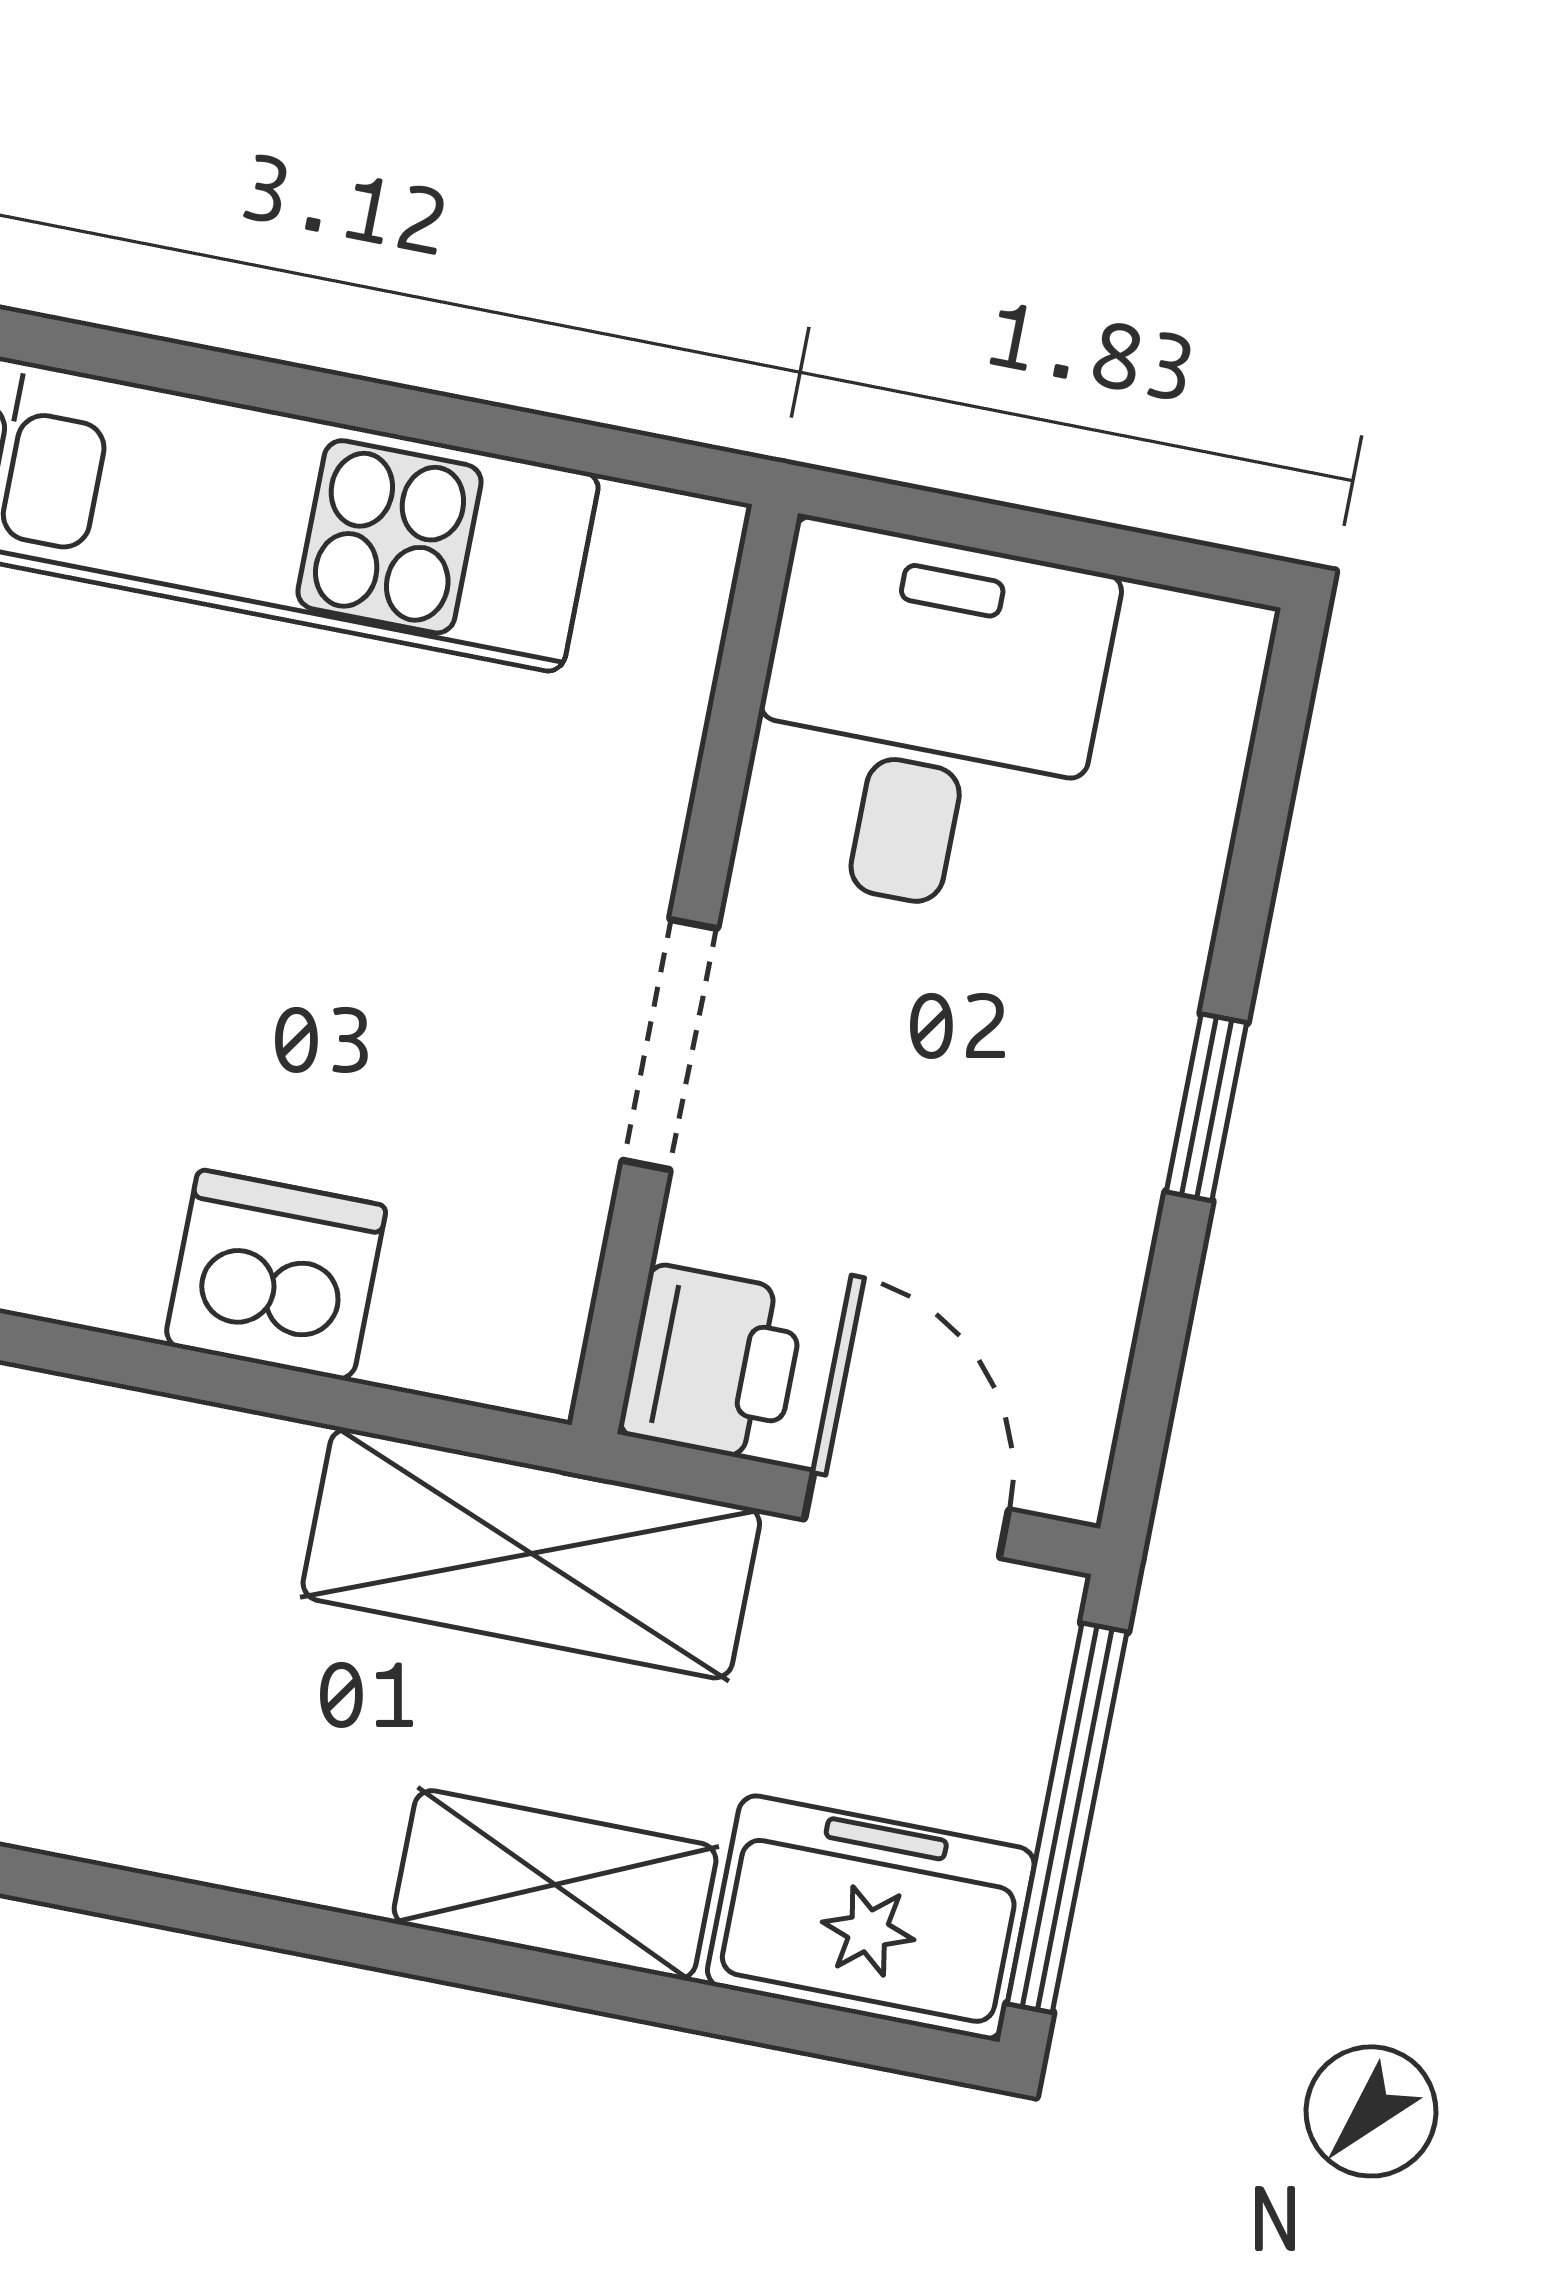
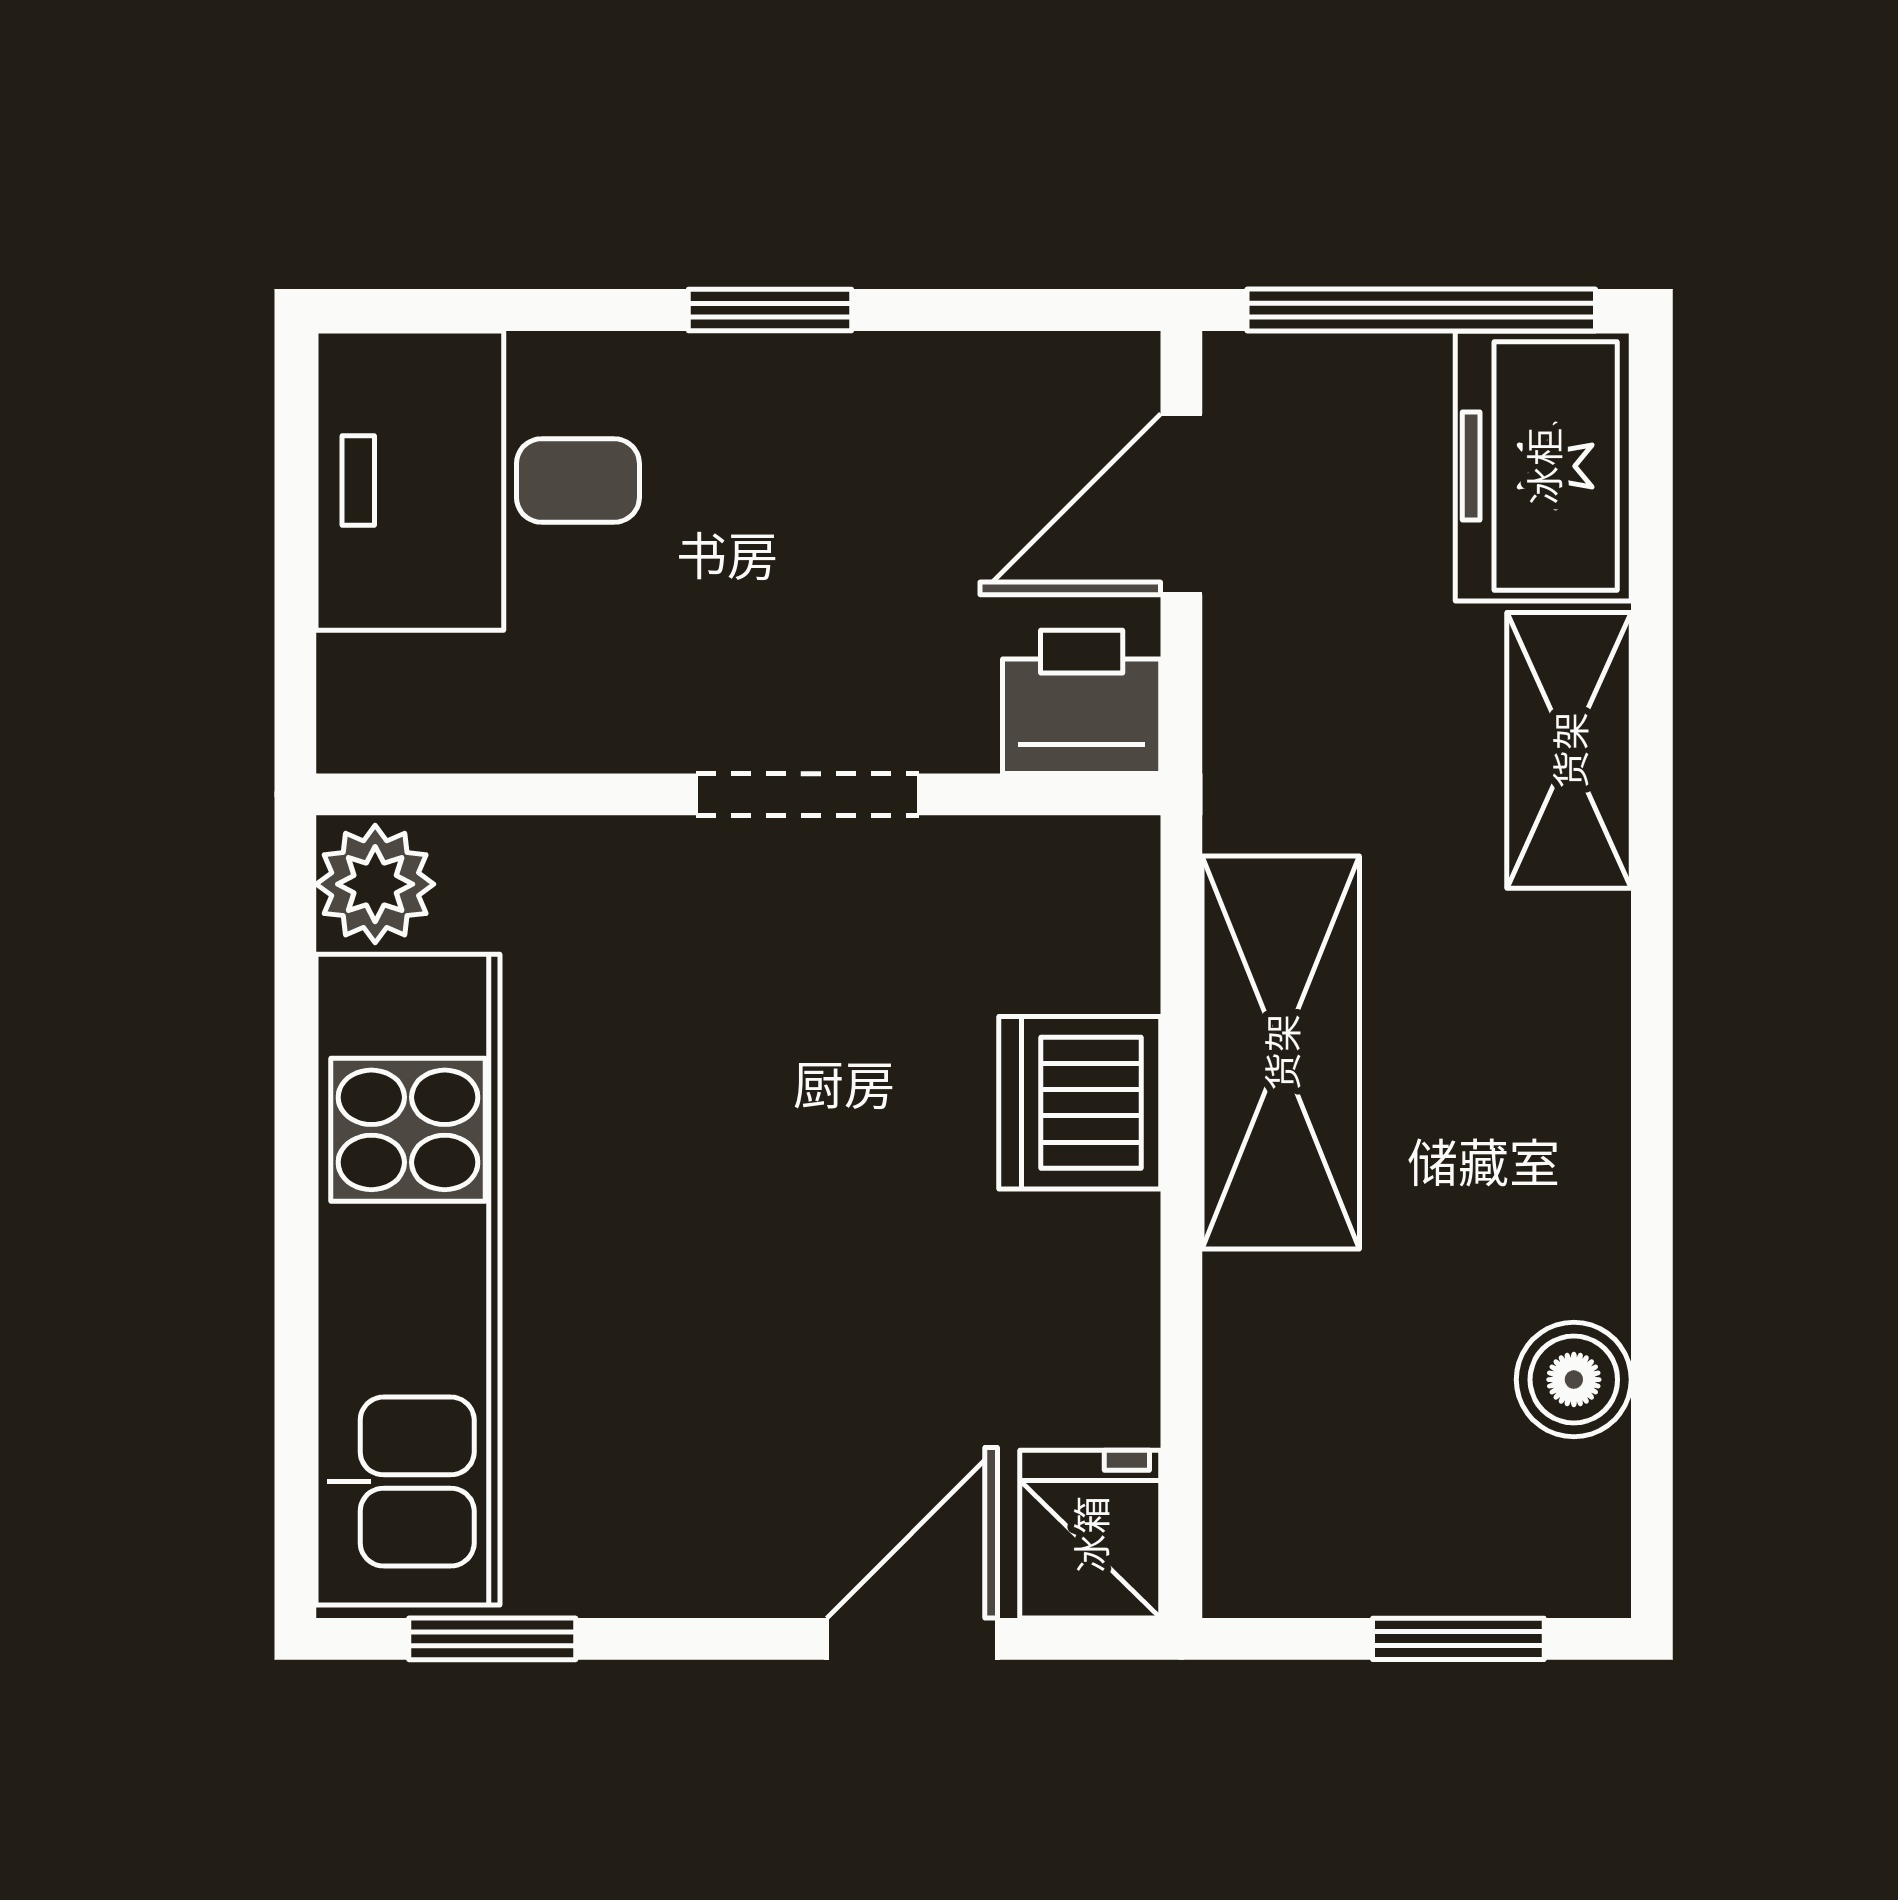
plant: (665, 553) -> (375, 884), added
desk: (927, 721) -> (478, 481), moved
shelving: (531, 1553) -> (1281, 1052), moved

